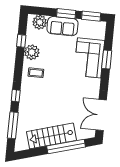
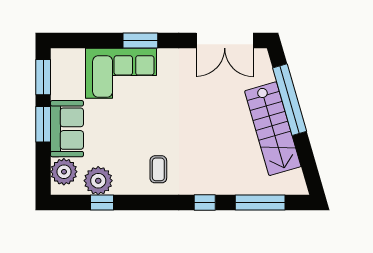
plant: (32, 52) -> (98, 181), moved
window: (107, 59) -> (140, 40), moved

